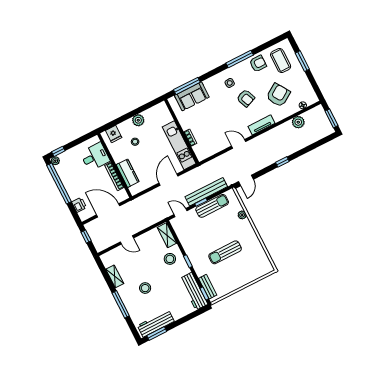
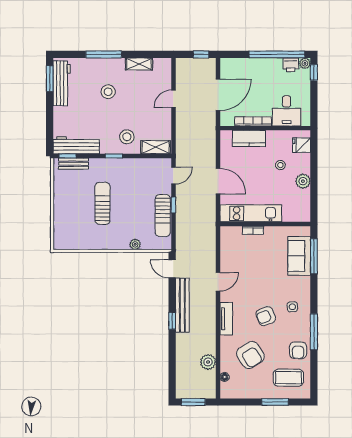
bench: (206, 192) -> (182, 305), moved
printer: (79, 205) -> (291, 65), moved

